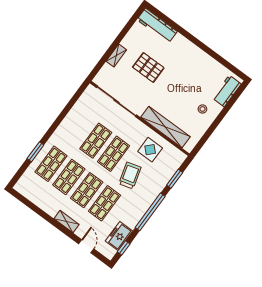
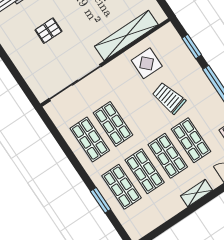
shelving: (116, 55) -> (21, 63), removed
pallet: (148, 67) -> (48, 31), width x0.67, depth x0.71
shop shelf: (114, 154) -> (90, 139), moved

